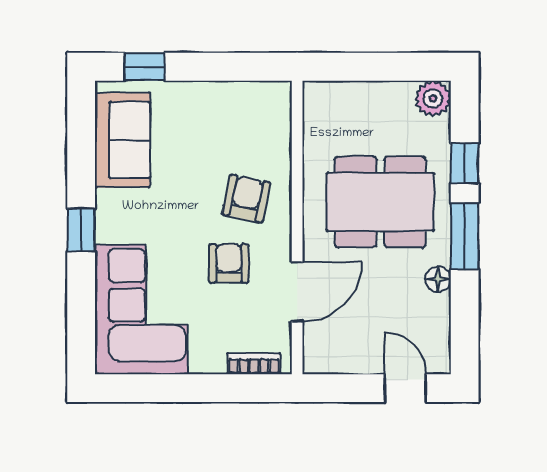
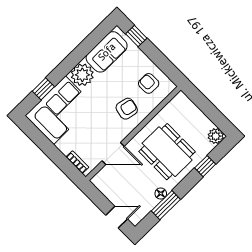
plant: (121, 216) -> (82, 75), added
window: (81, 230) -> (43, 89), moved
window: (465, 236) -> (166, 205), moved
armchair: (229, 263) -> (149, 83), moved, turned -90
door: (405, 388) -> (117, 217), hinge flipped

